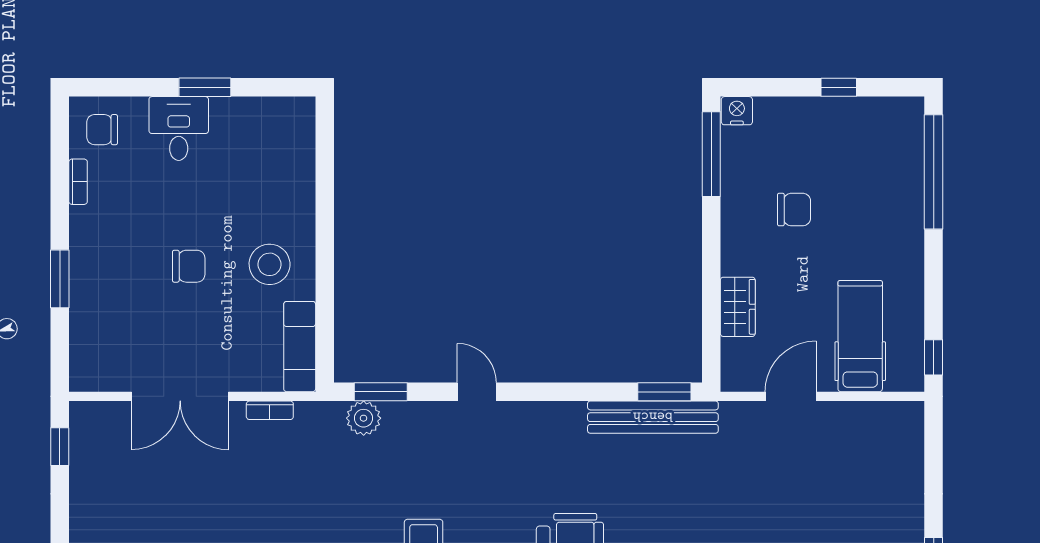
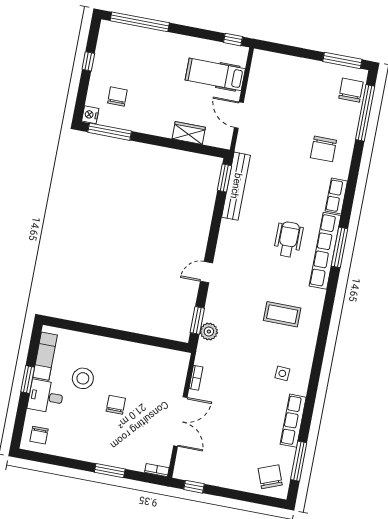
bookcase: (78, 182) -> (157, 470), moved
chair: (794, 210) -> (117, 97), moved
stool: (270, 264) -> (83, 378), moved
exam couch: (300, 347) -> (45, 356), moved, turned -90

